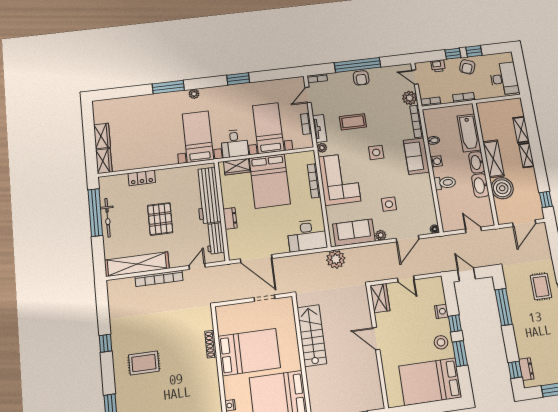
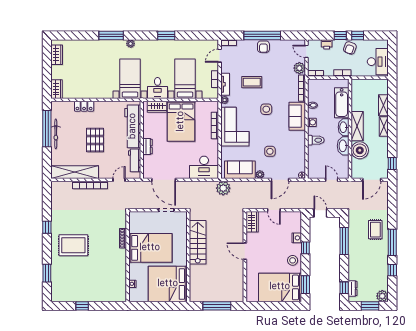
wardrobe: (102, 136) -> (57, 55), moved
window: (460, 354) -> (305, 285), moved
rug: (144, 363) -> (73, 245), width x1.36, depth x1.43

